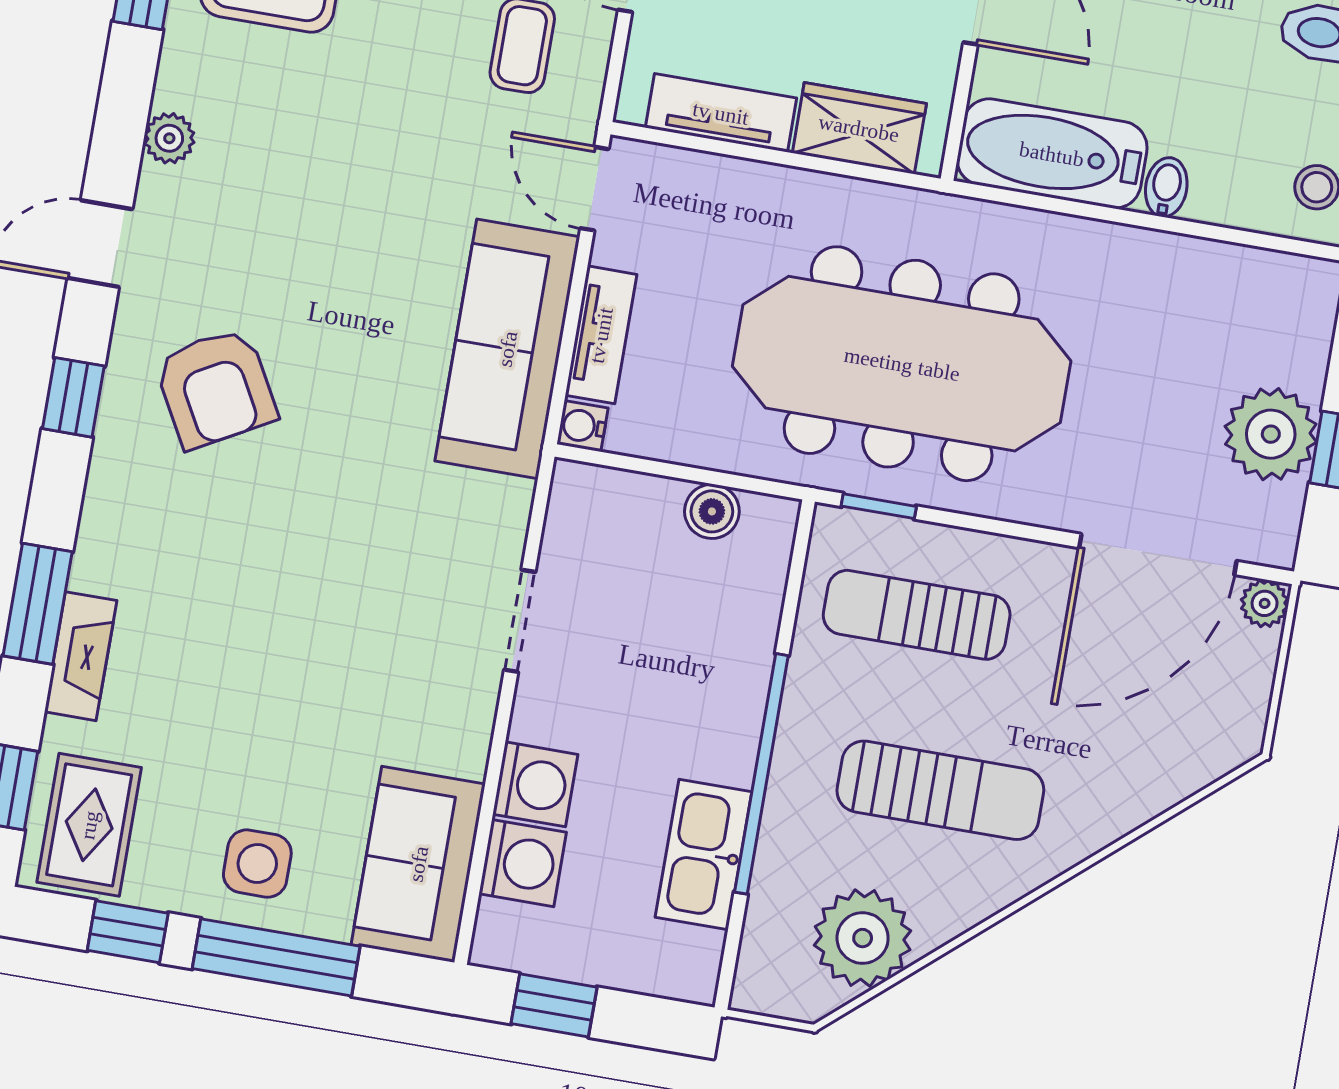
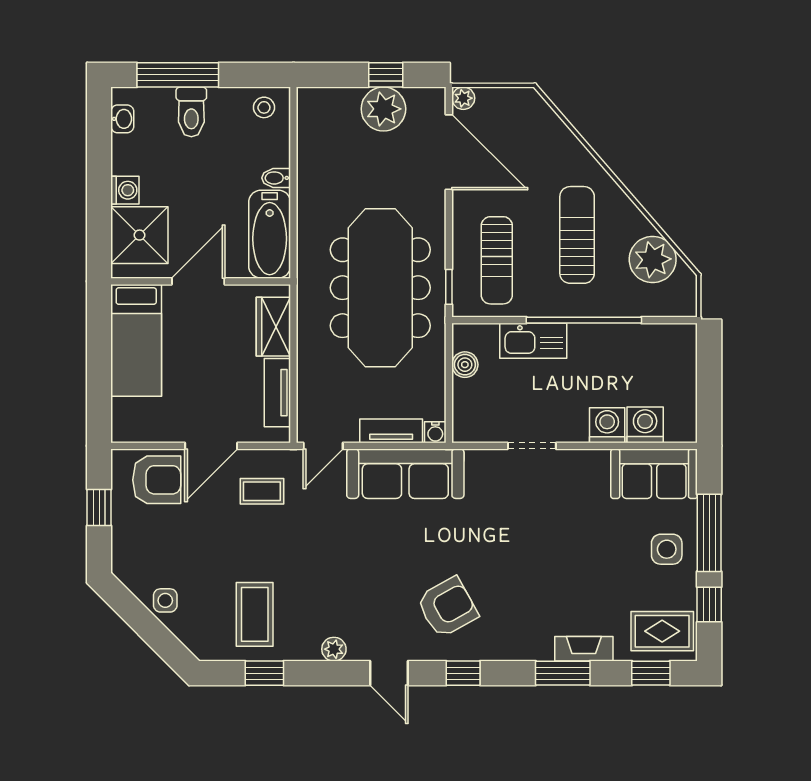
kitchen sink: (704, 855) -> (533, 341), moved
window: (554, 1005) -> (709, 399), removed

